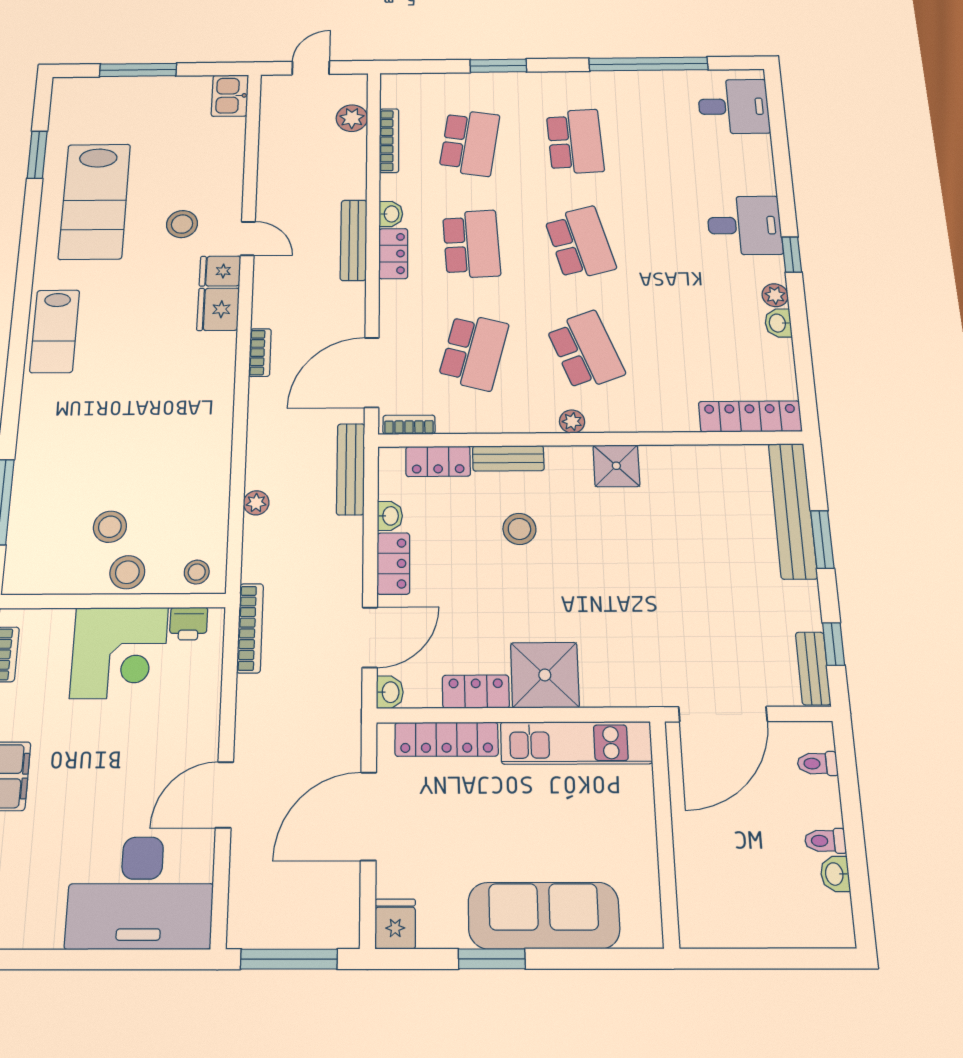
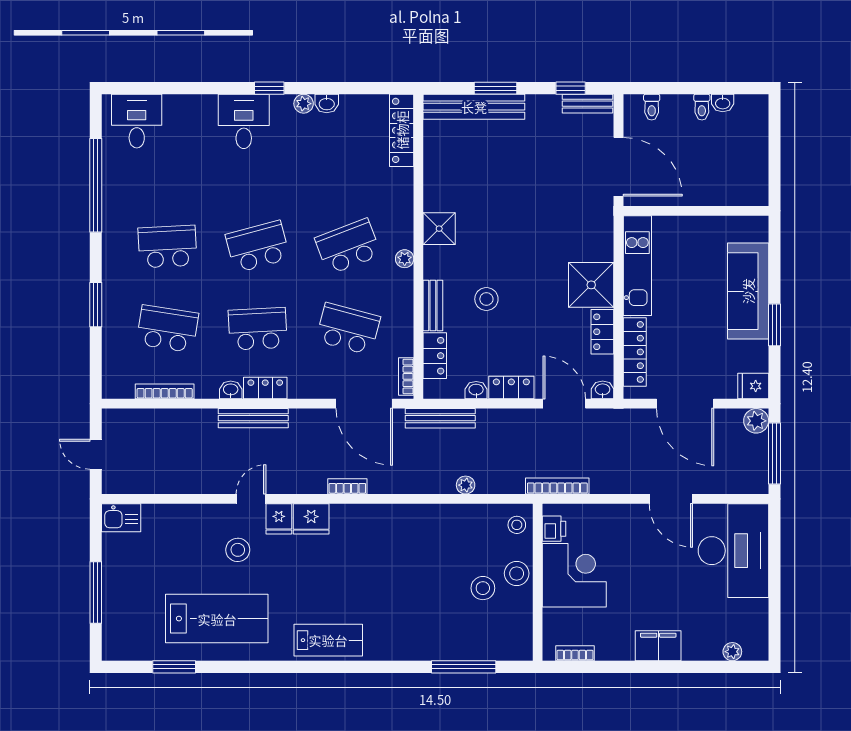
plant: (352, 118) -> (756, 421), moved

